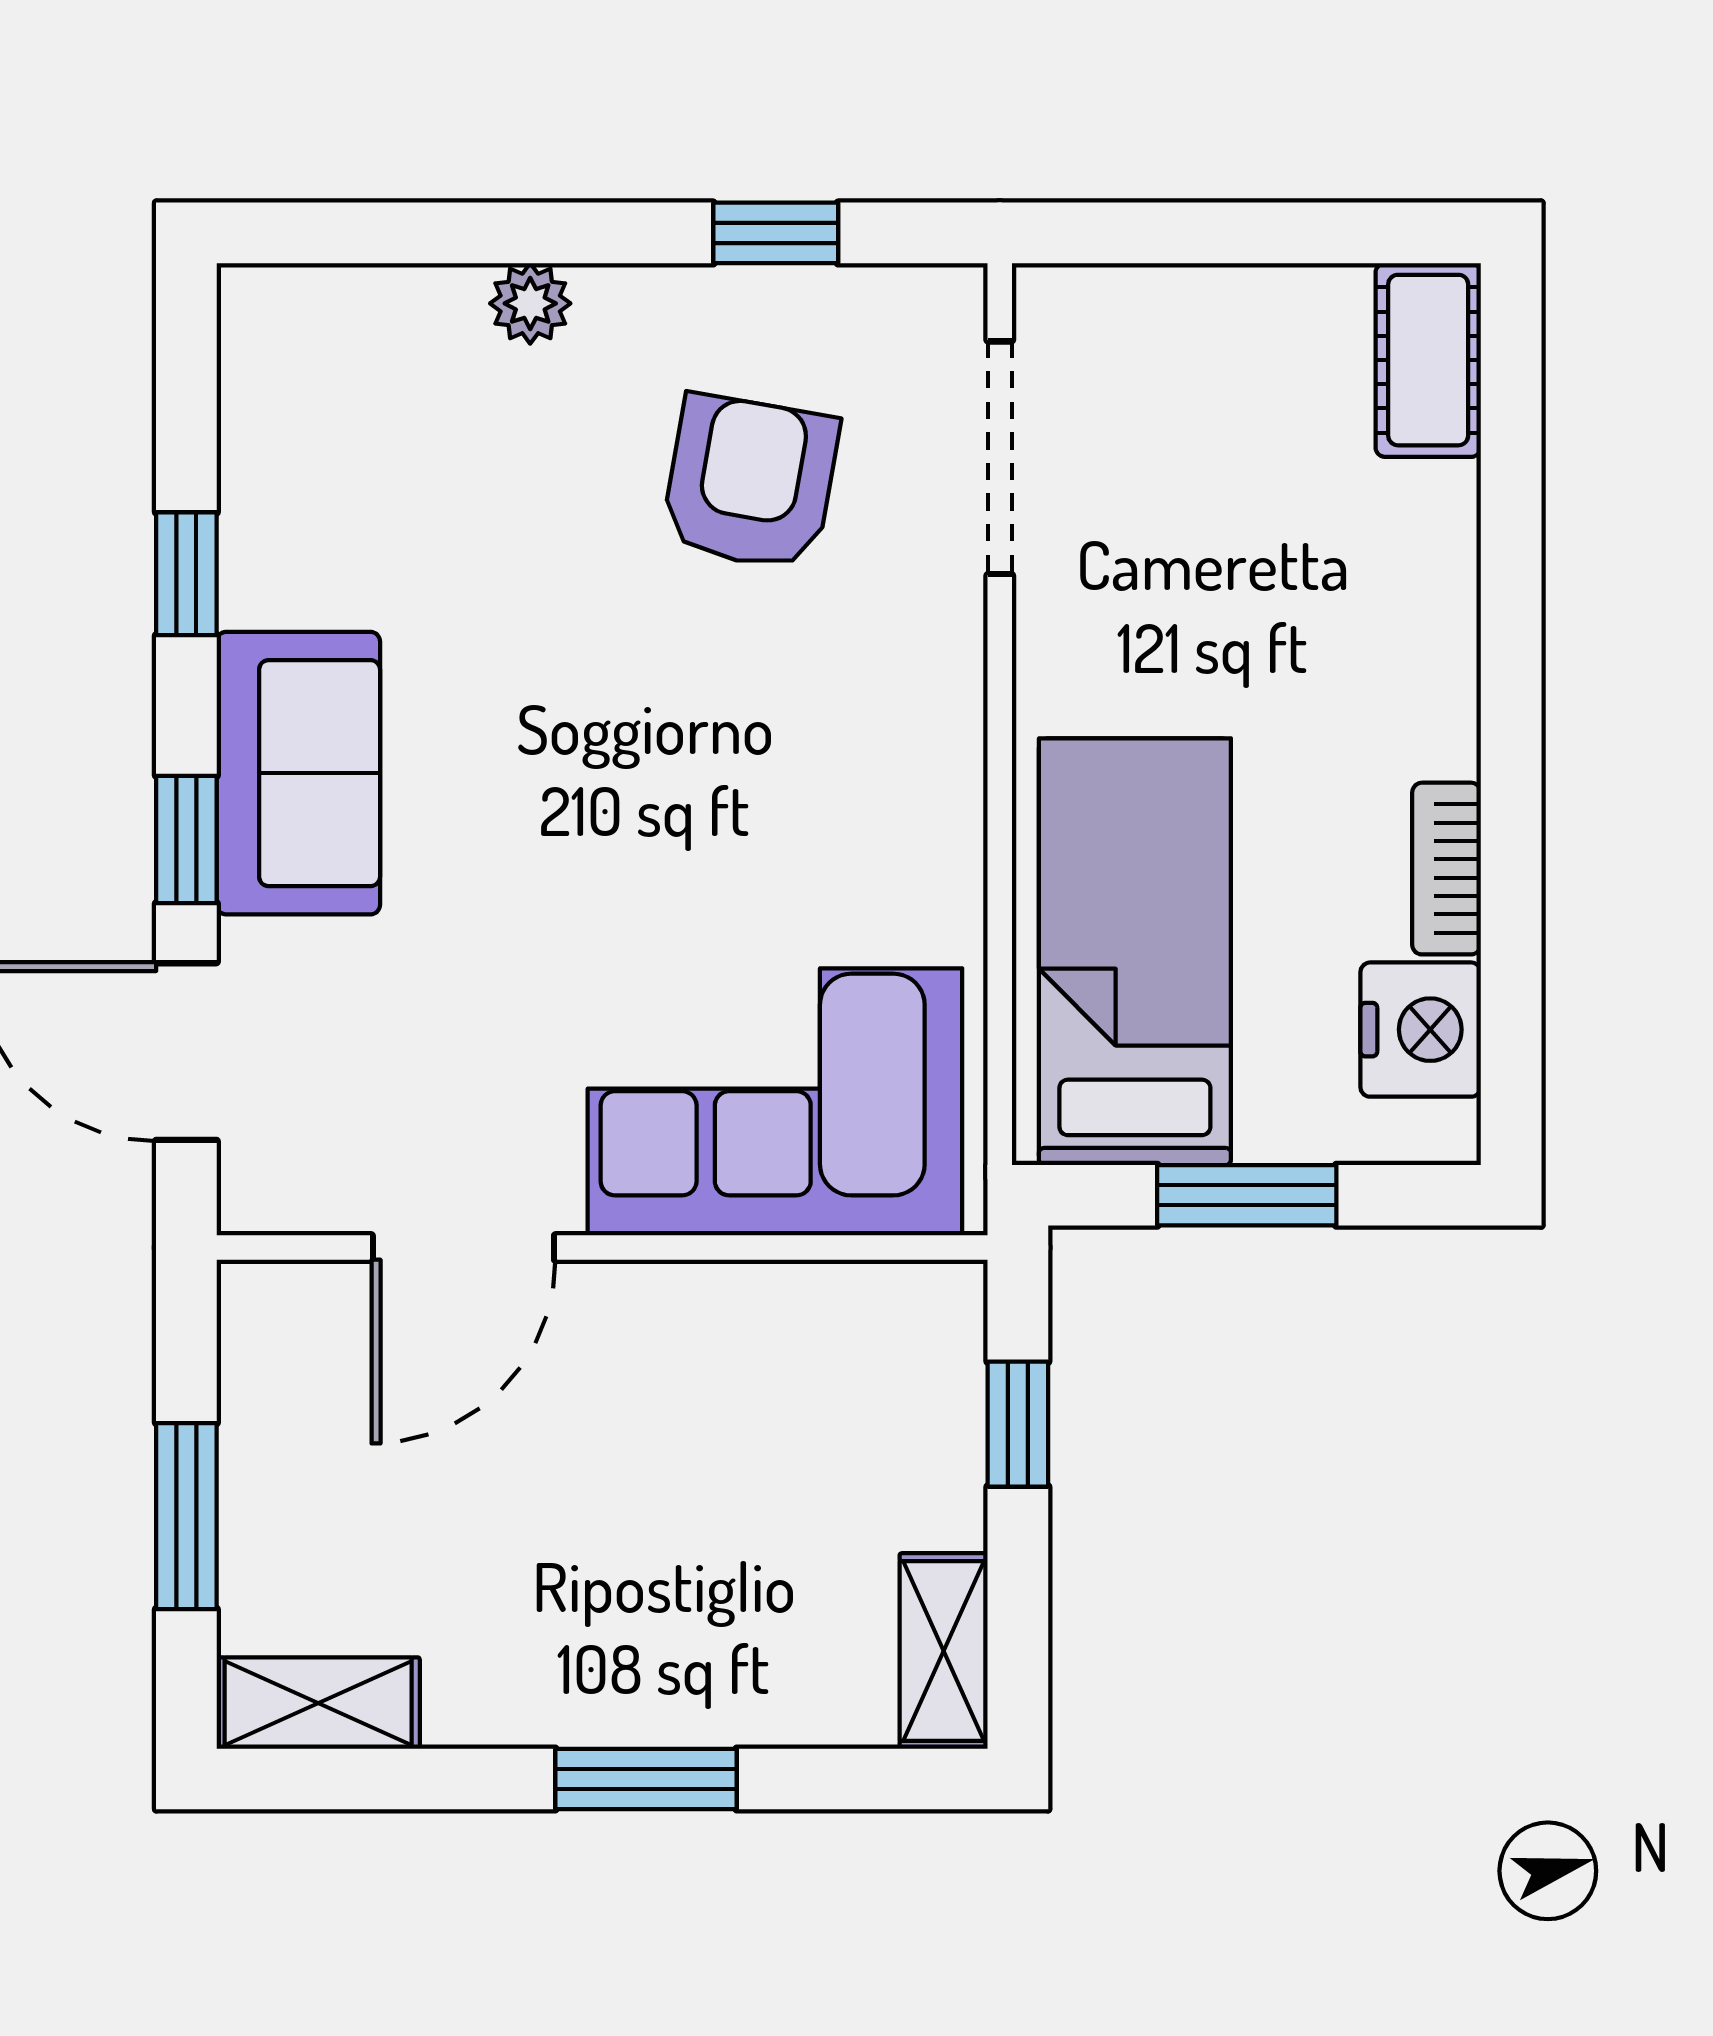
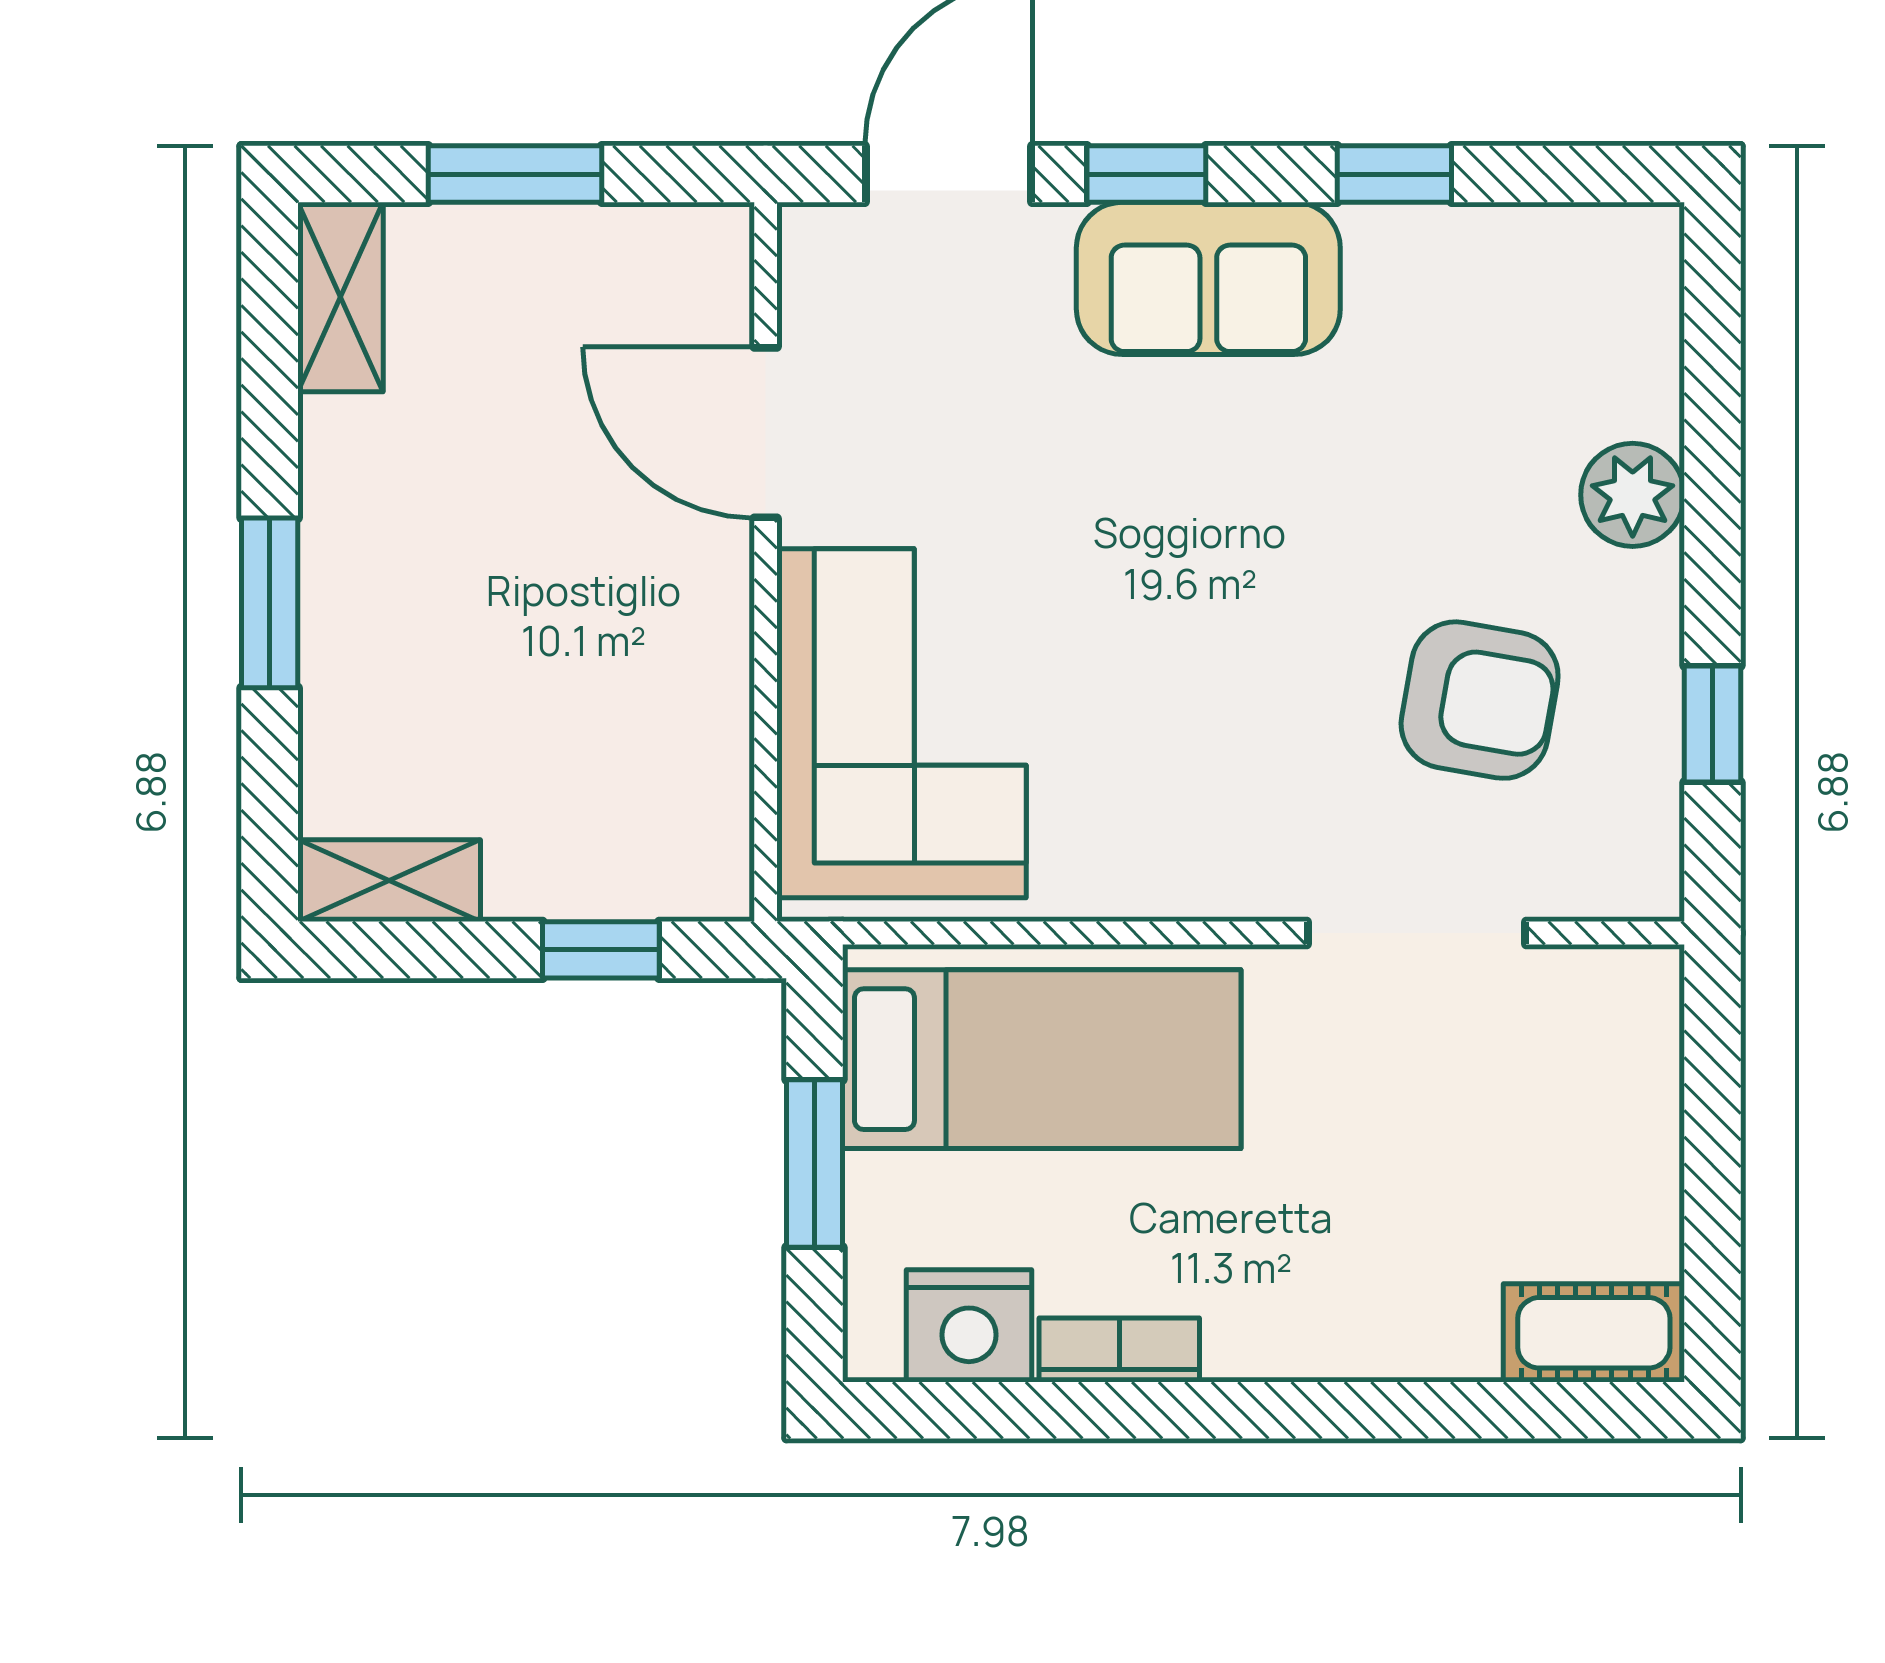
plant: (530, 303) -> (1633, 495), width x1.38, depth x1.38
doorway: (1000, 458) -> (1416, 933), moved

